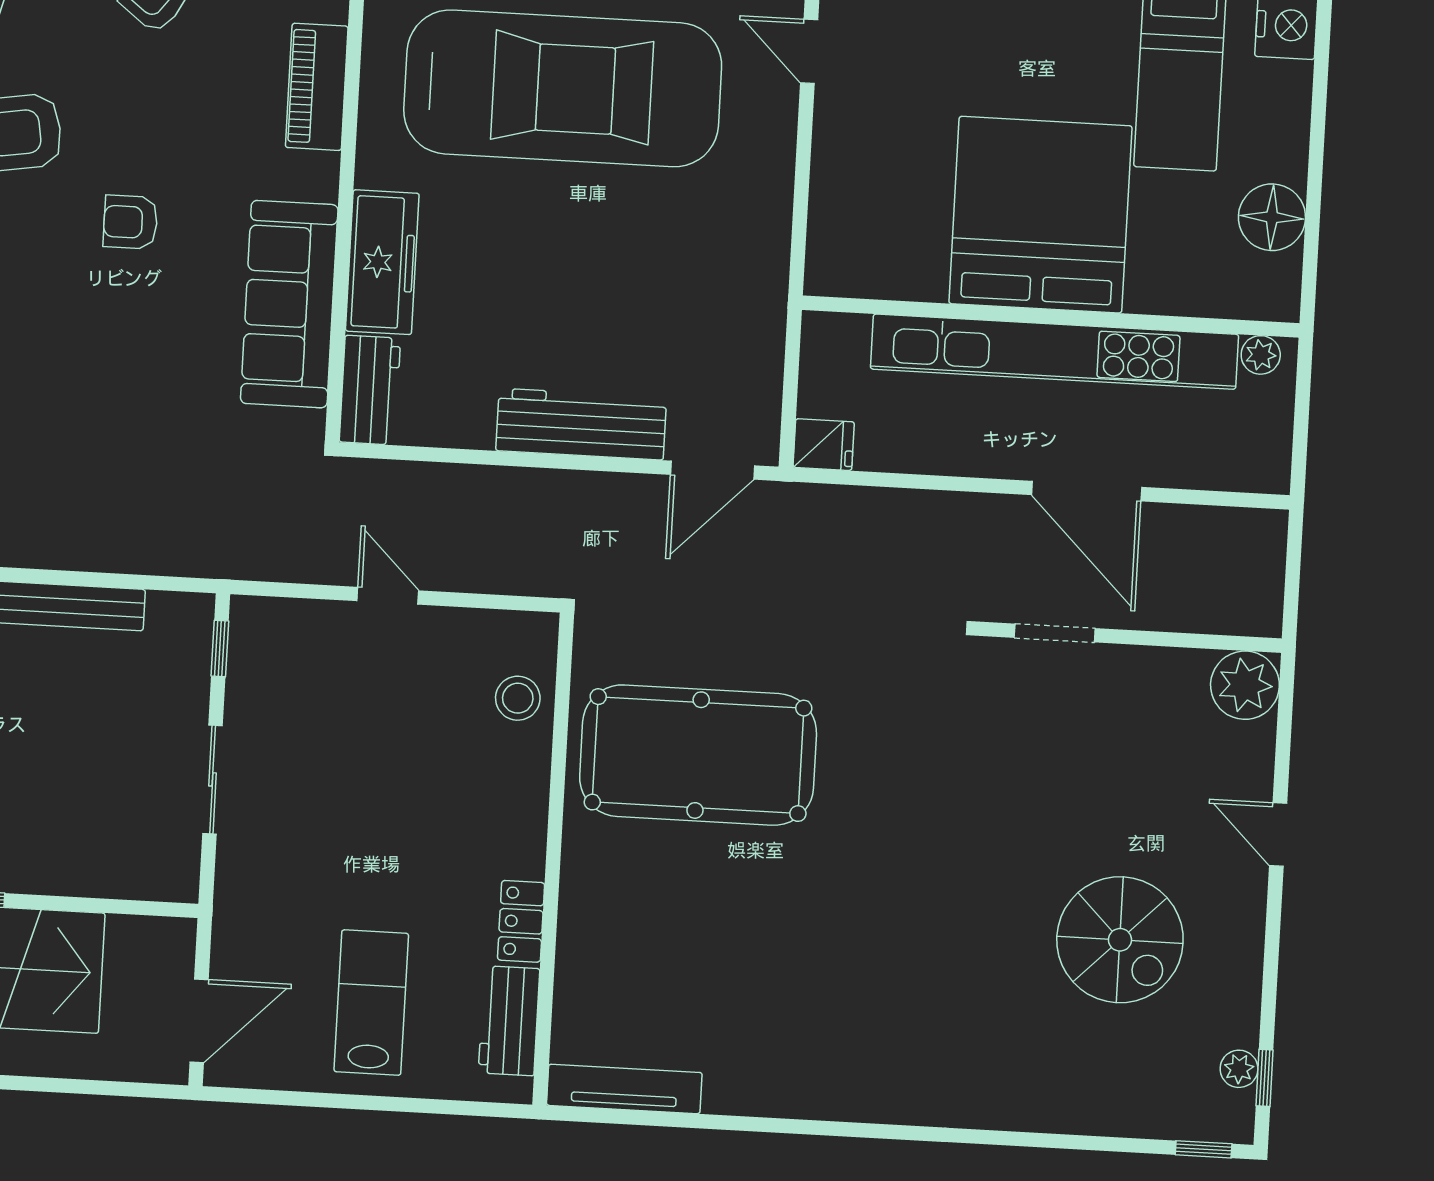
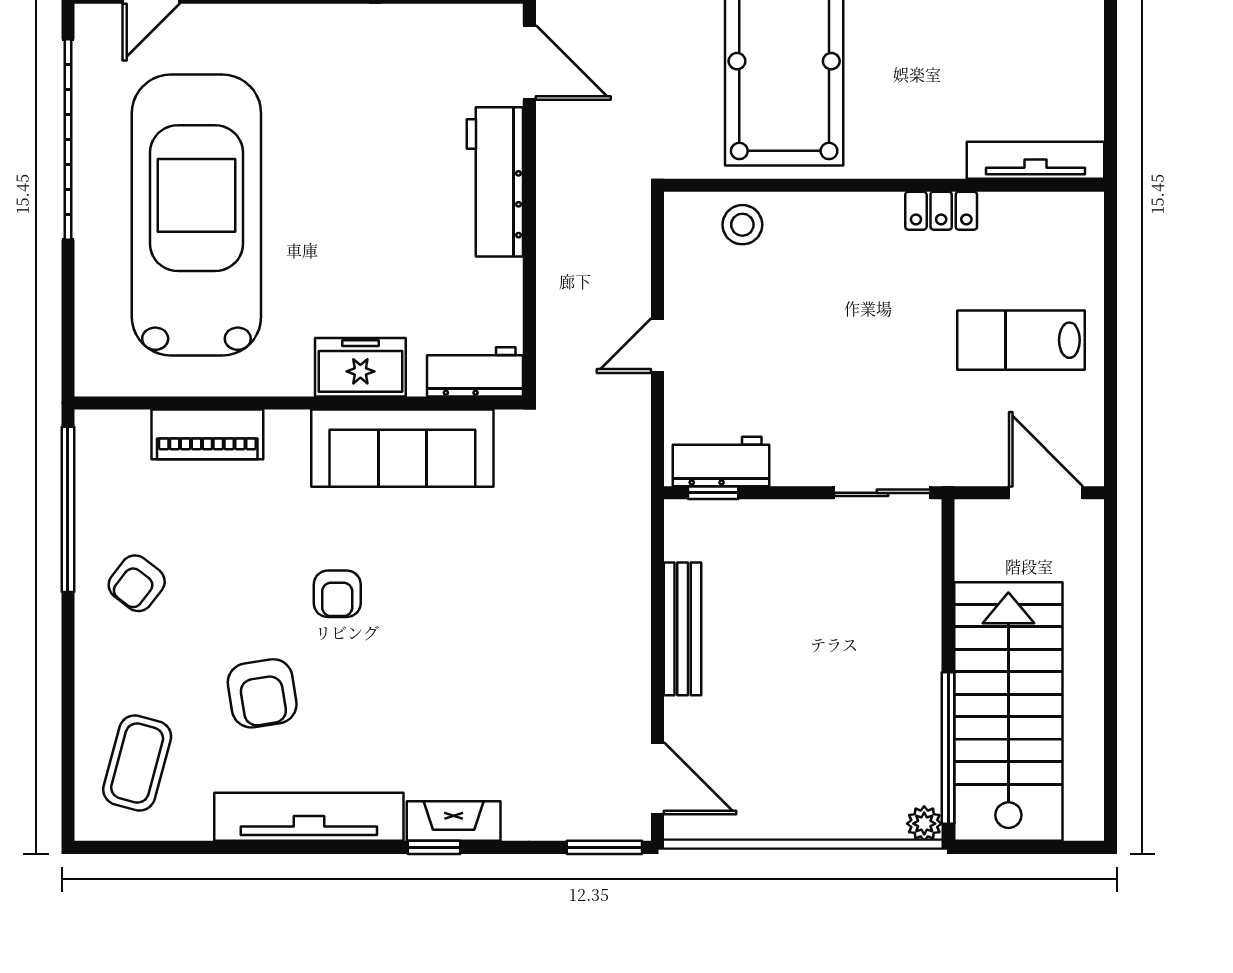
freezer: (382, 262) -> (360, 367), width x0.71
sliding door: (213, 779) -> (882, 493), moved
workbench: (509, 1021) -> (721, 462), moved, turned 180
tv unit: (624, 1089) -> (1035, 160), moved, turned 90

